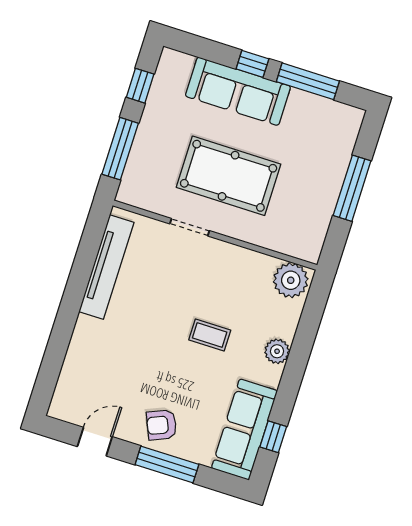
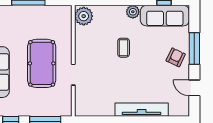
tv unit: (106, 267) -> (142, 110), moved
plant: (277, 351) -> (133, 12), moved
armchair: (162, 425) -> (176, 57), turned -132

